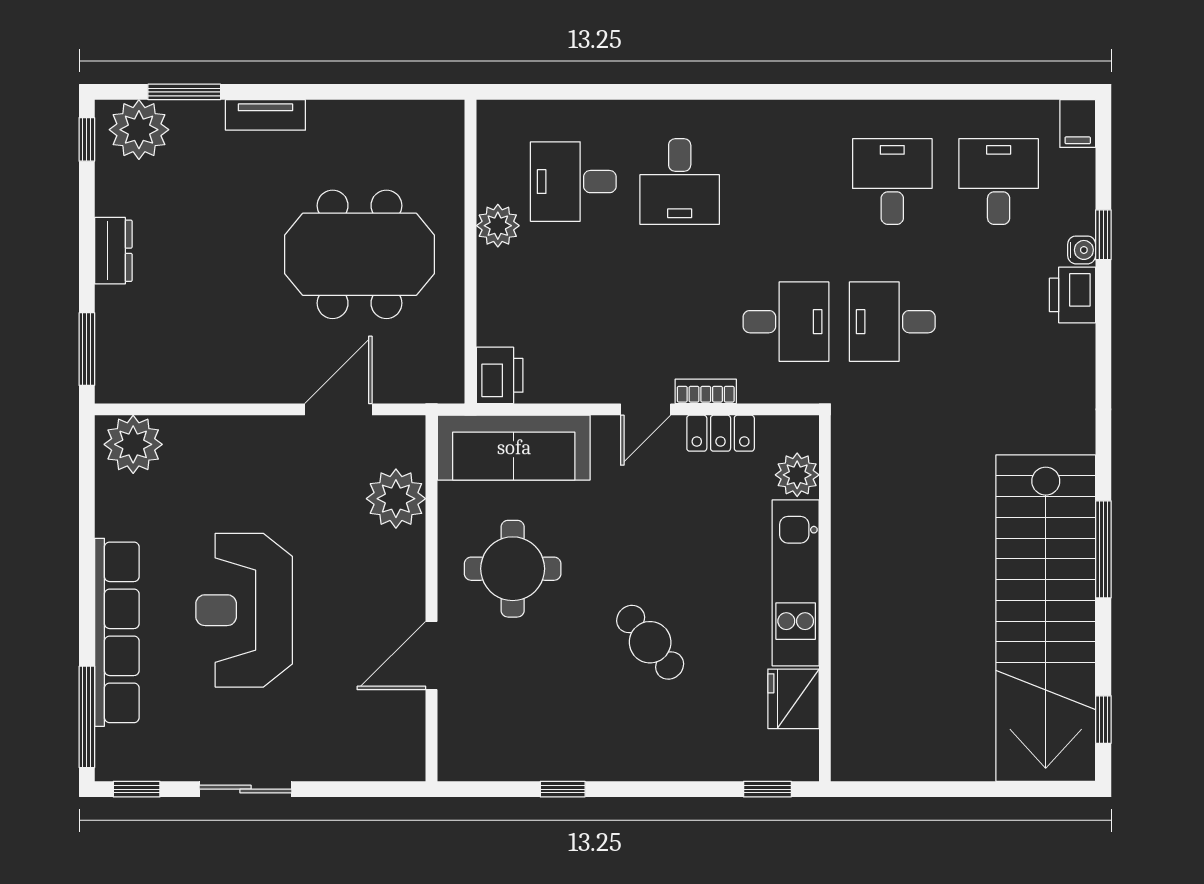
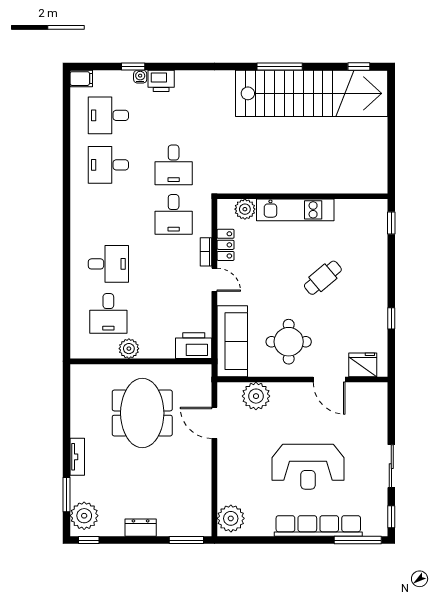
desk: (786, 322) -> (174, 214), turned 180
printer: (500, 375) -> (194, 346), width x1.37, depth x1.19
fridge: (793, 699) -> (363, 365), moved, turned 180

